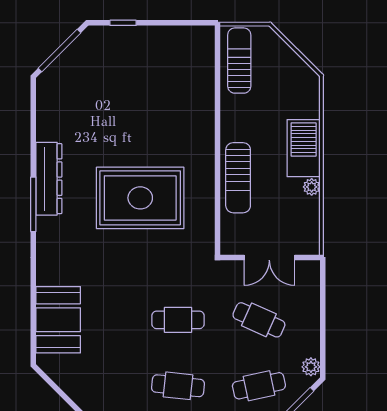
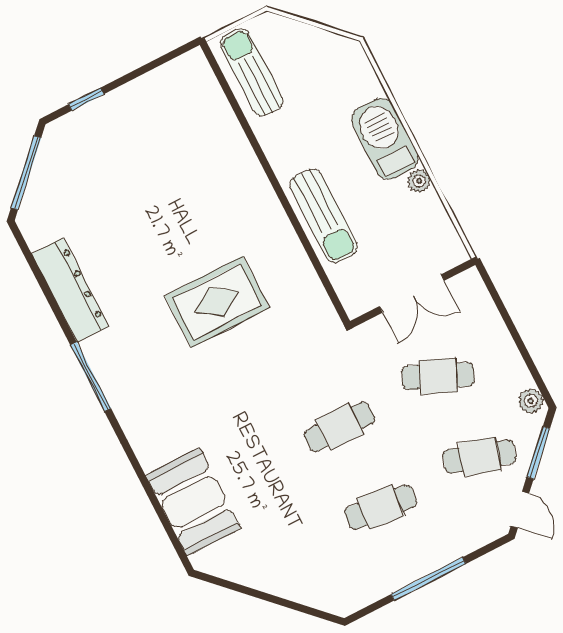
dresser: (49, 179) -> (70, 290), moved
rug: (140, 198) -> (217, 302), width x0.73, depth x0.69
cafe table: (259, 386) -> (479, 457), turned 30

